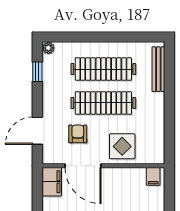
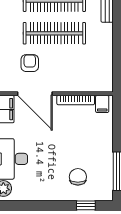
display table: (122, 146) -> (72, 75), removed
bookcase: (126, 172) -> (76, 100), added

